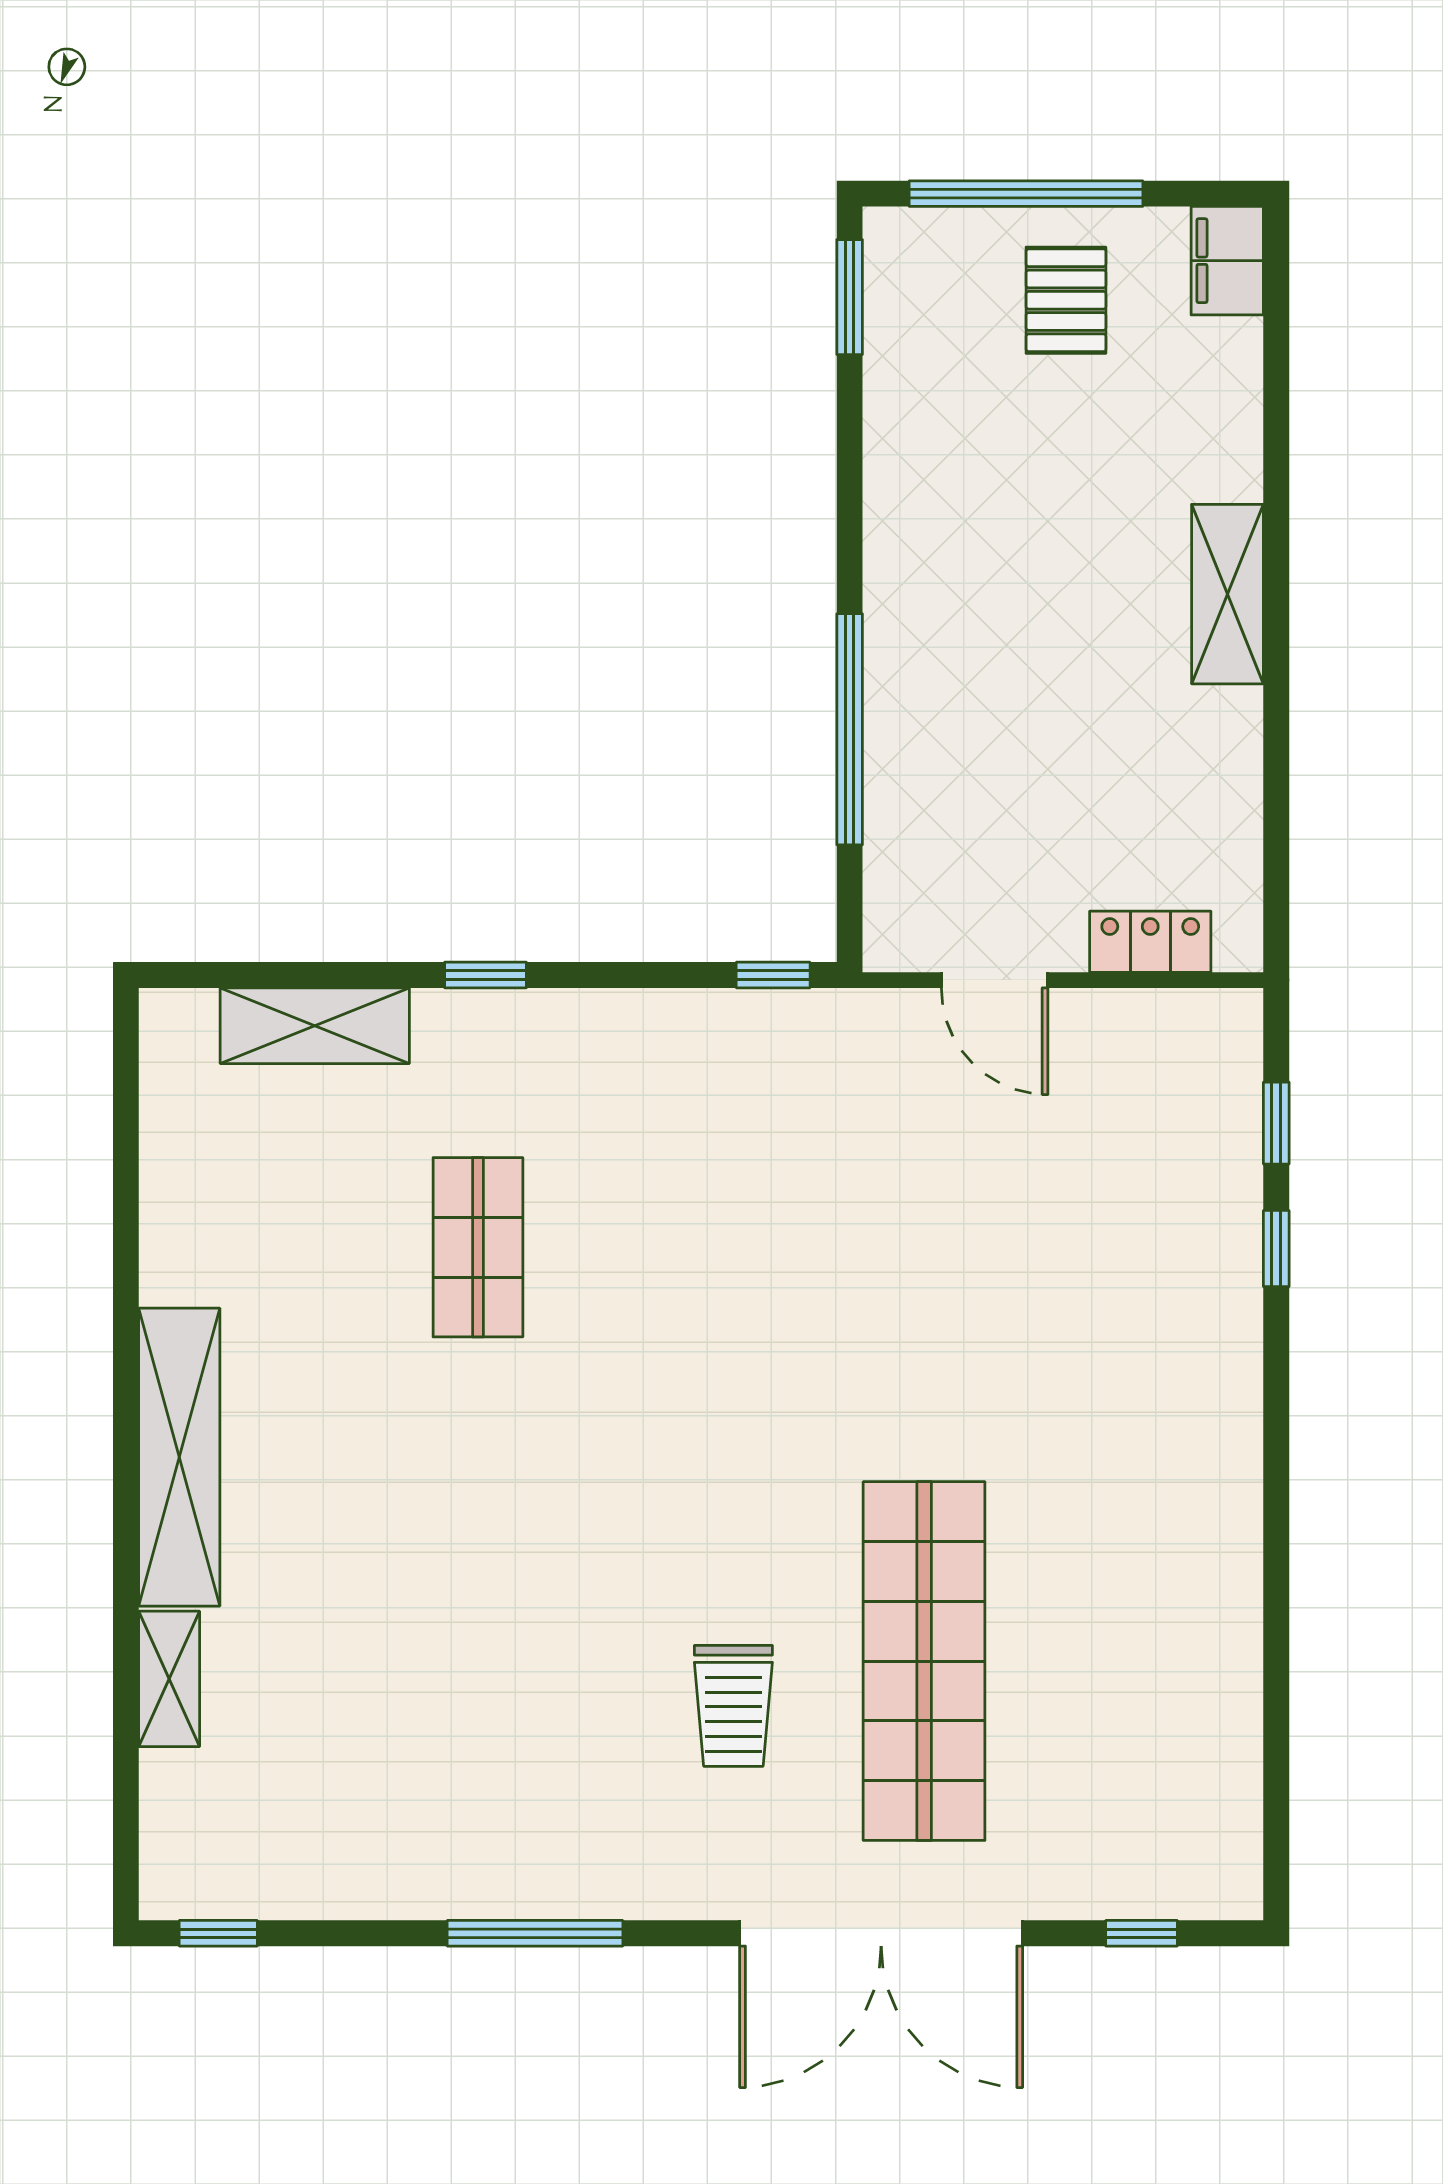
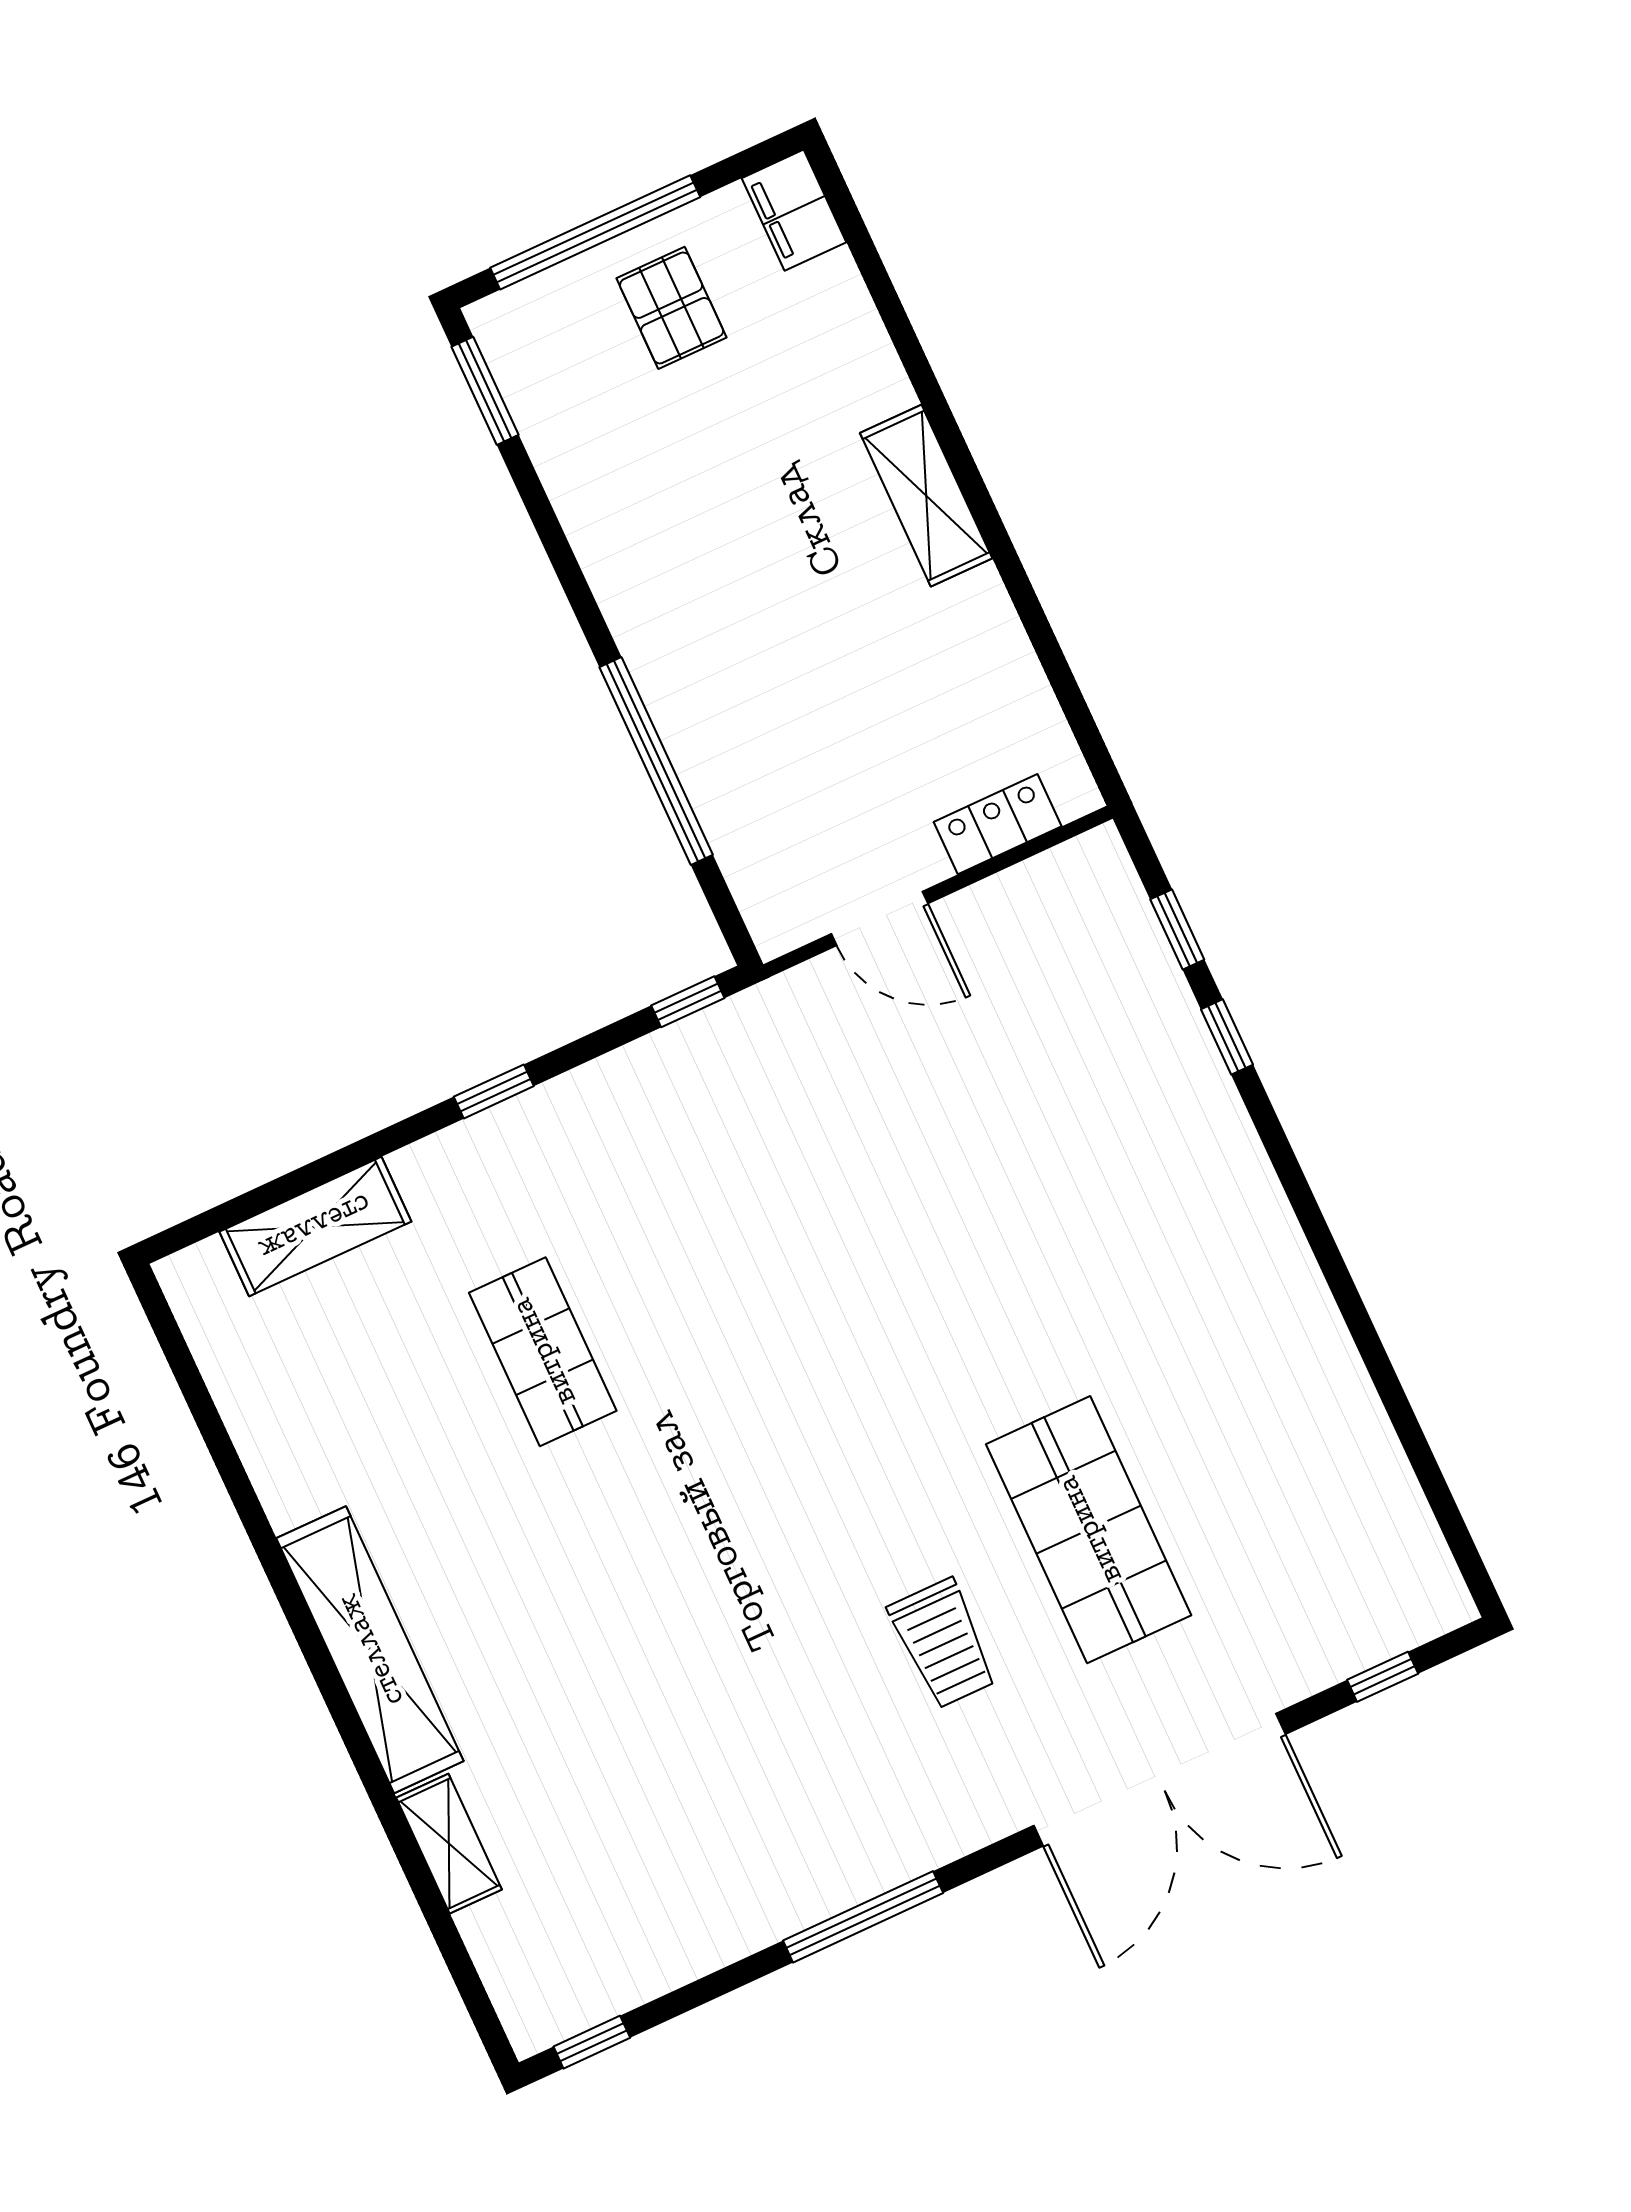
window: (485, 975) -> (494, 1091), moved
shop shelf: (924, 1661) -> (1089, 1530), width x0.71

